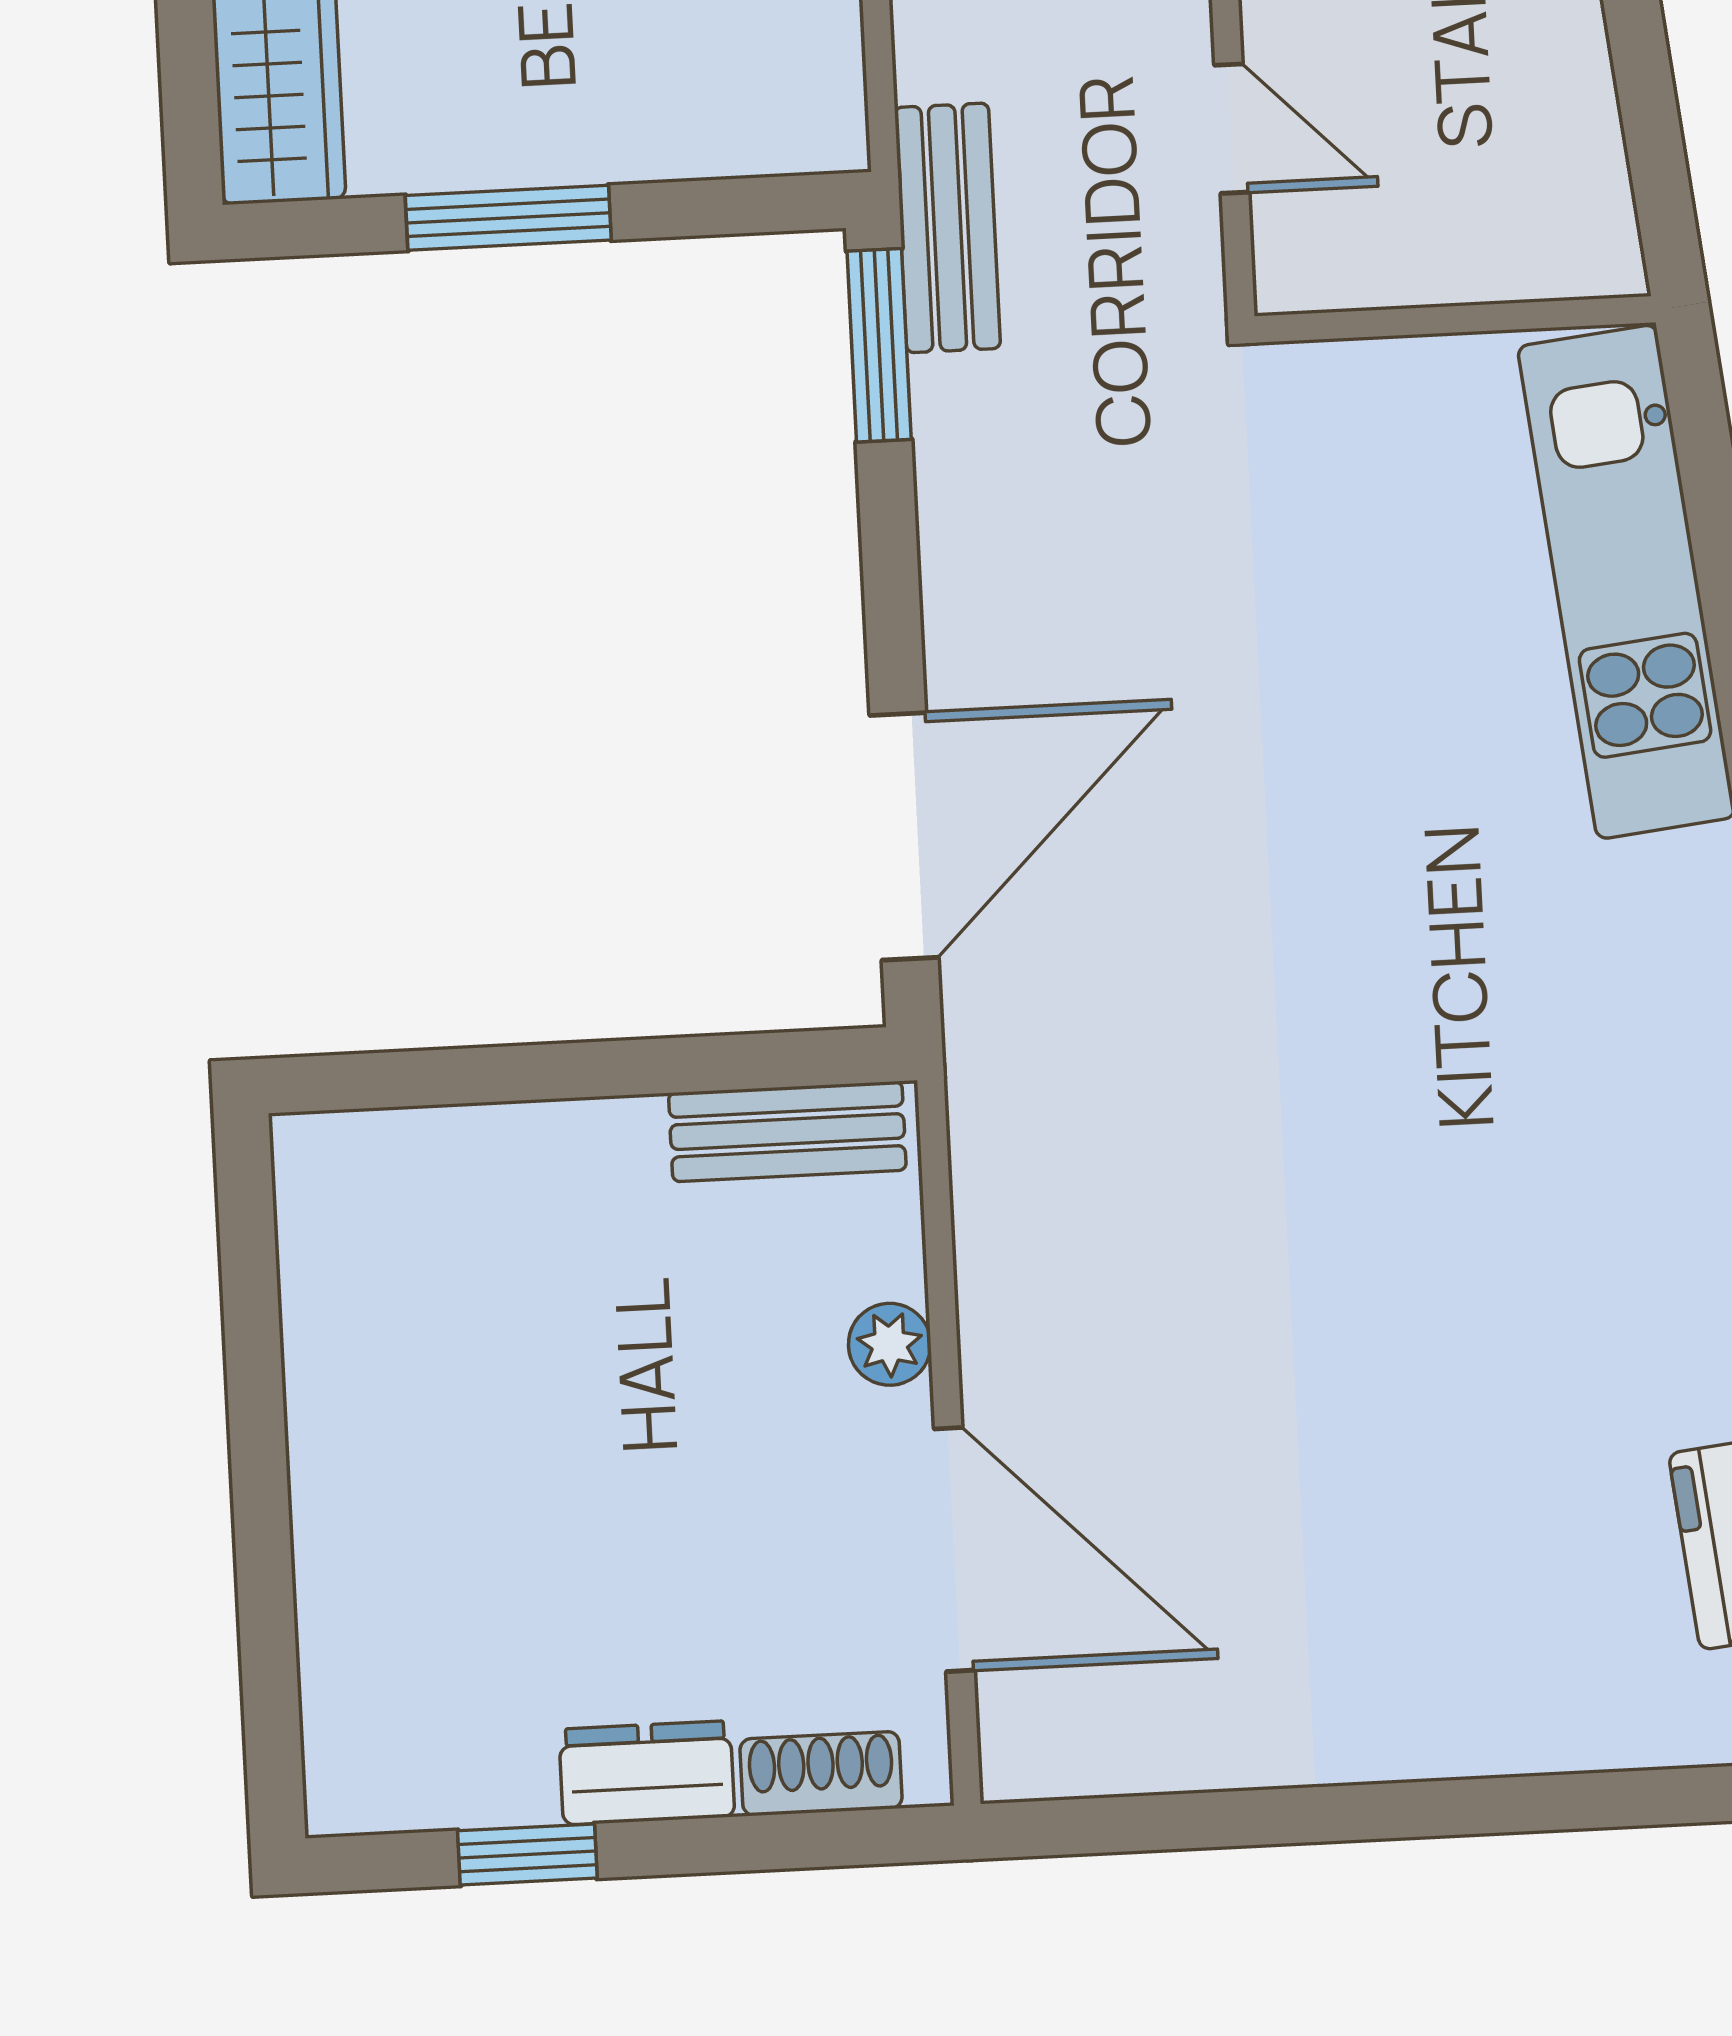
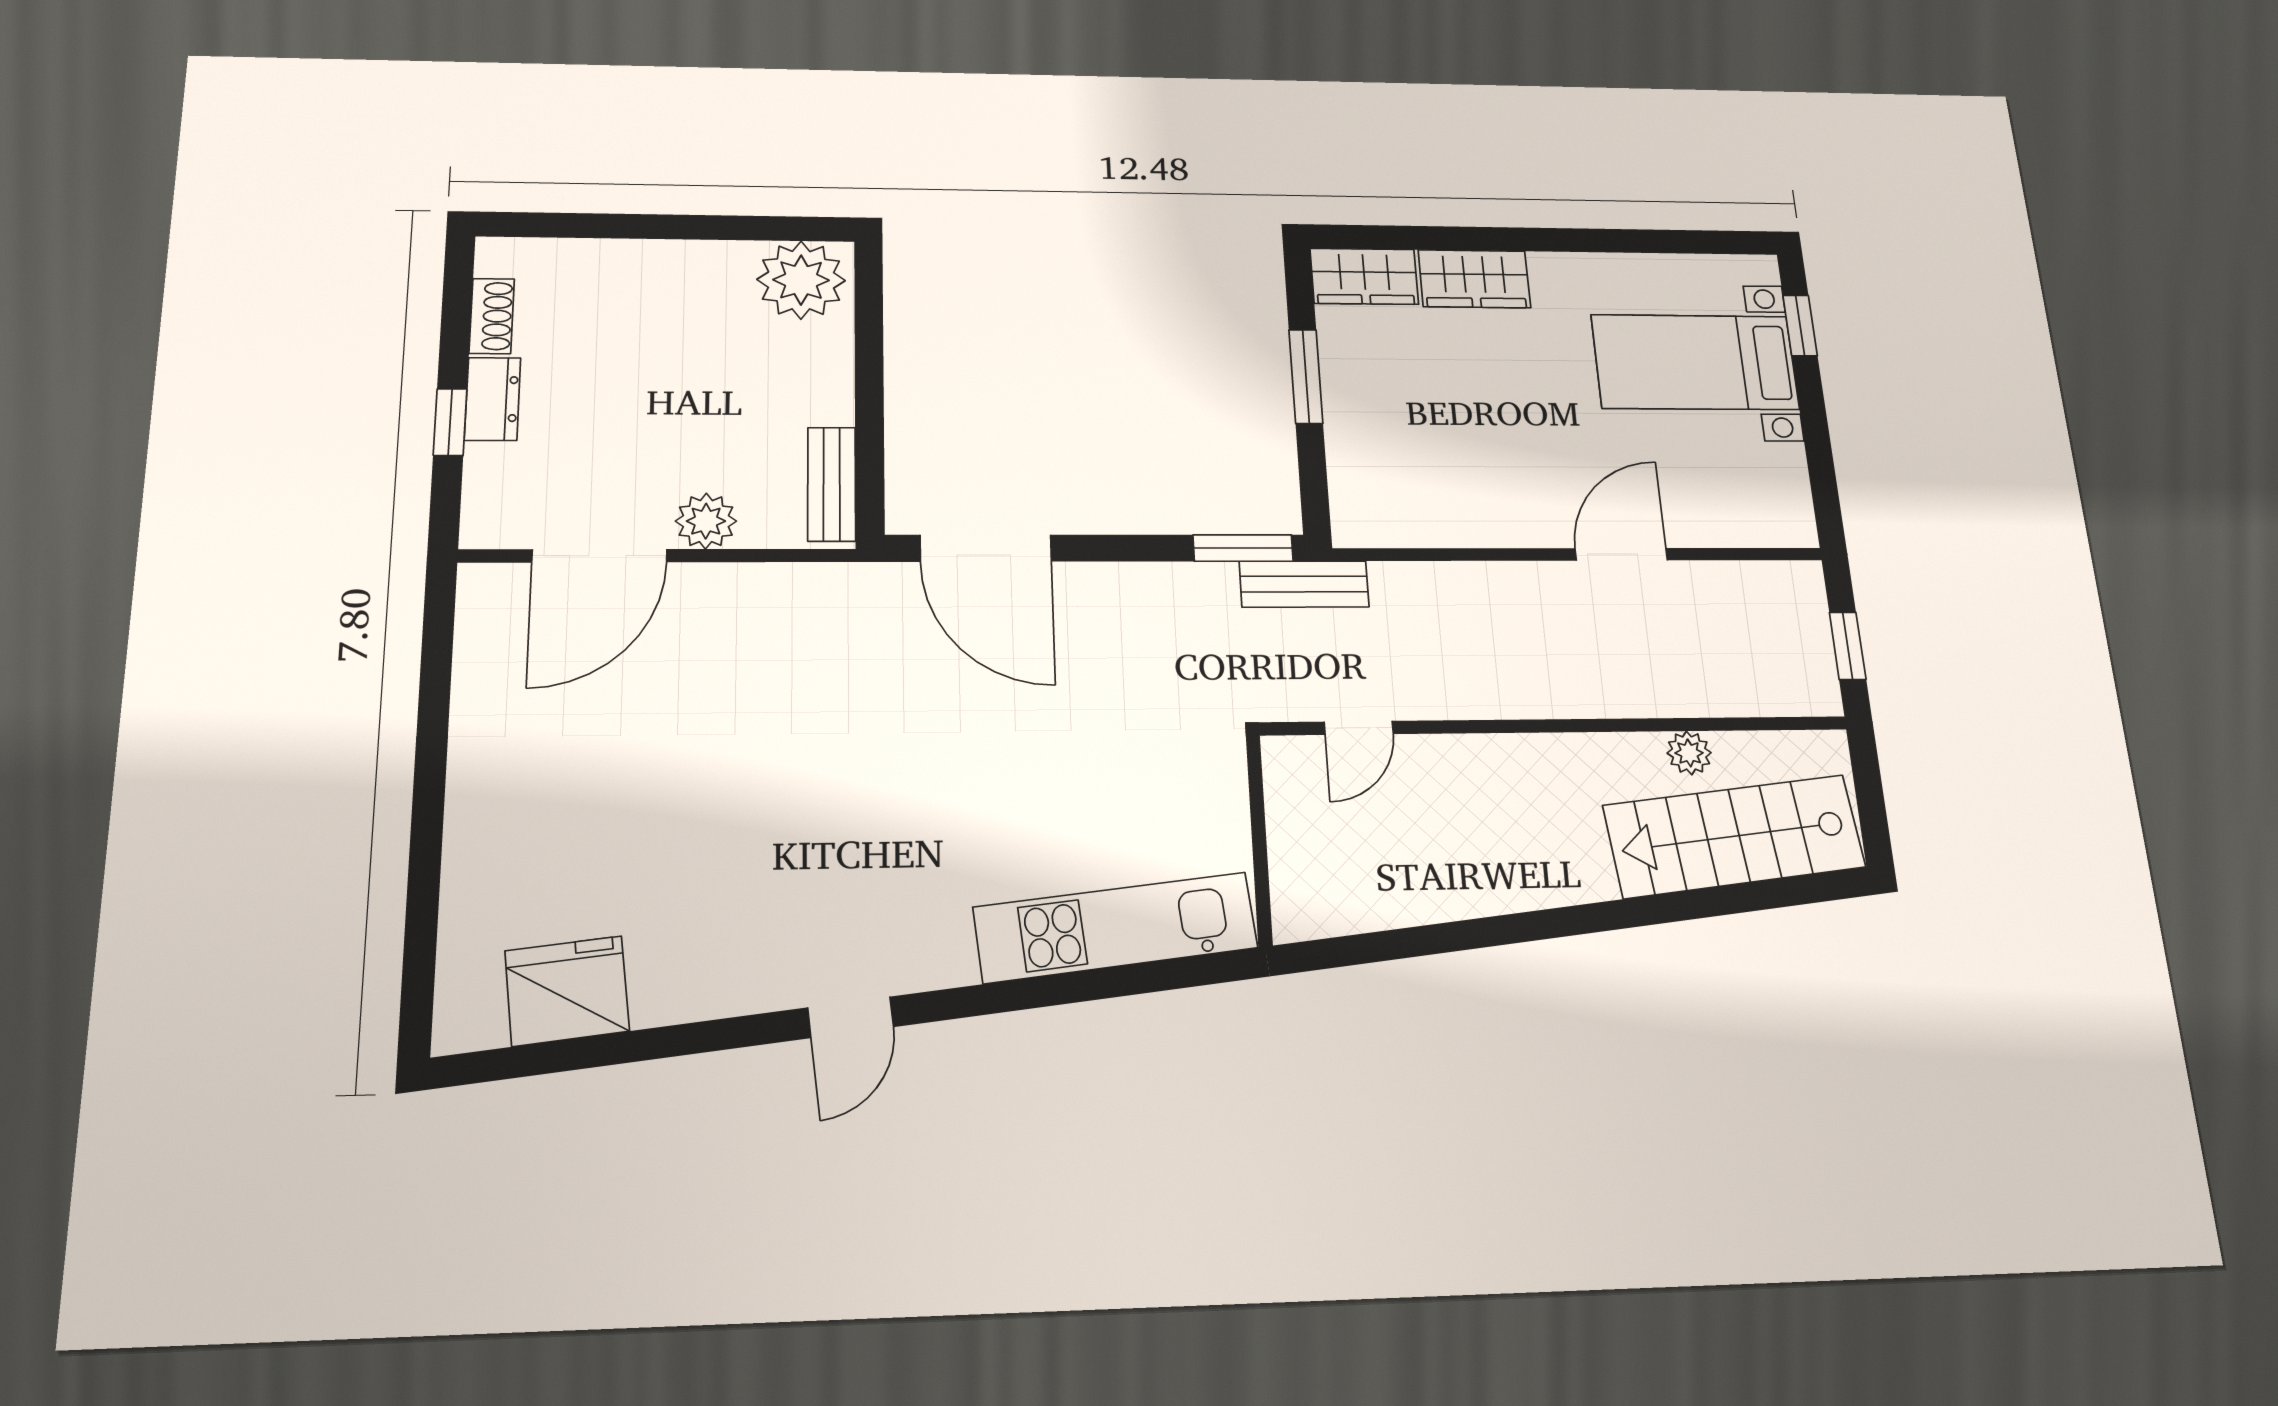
plant: (359, 1212) -> (801, 280), added
plant: (890, 1344) -> (706, 521), width x1.38, depth x1.38
shoe rack: (821, 1774) -> (492, 316), moved
window: (527, 1854) -> (450, 422), moved

